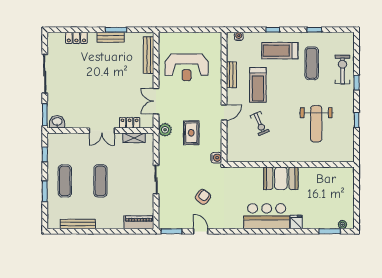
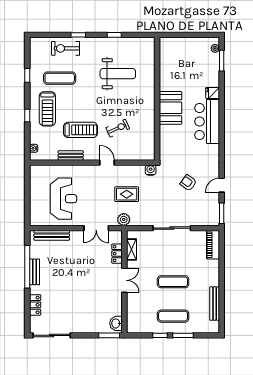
window: (116, 30) -> (27, 267), width x2.11
sliding door: (45, 74) -> (52, 335), moved
window: (45, 154) -> (160, 335), moved
sliding door: (156, 180) -> (172, 228), width x1.37

